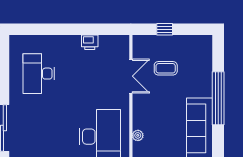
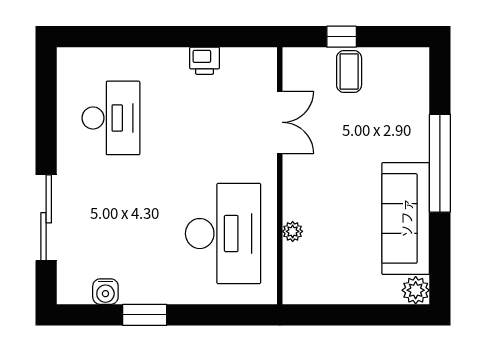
coffee table: (166, 68) -> (349, 71), moved, turned 90
desk: (39, 74) -> (111, 118), turned 180

